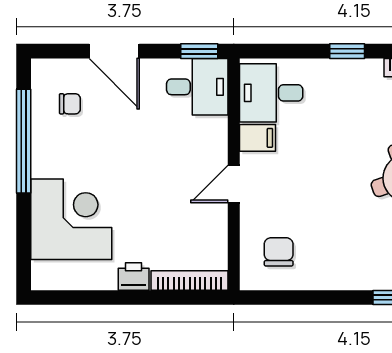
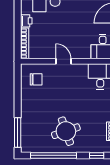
filing cabinet: (257, 138) -> (82, 71), removed

